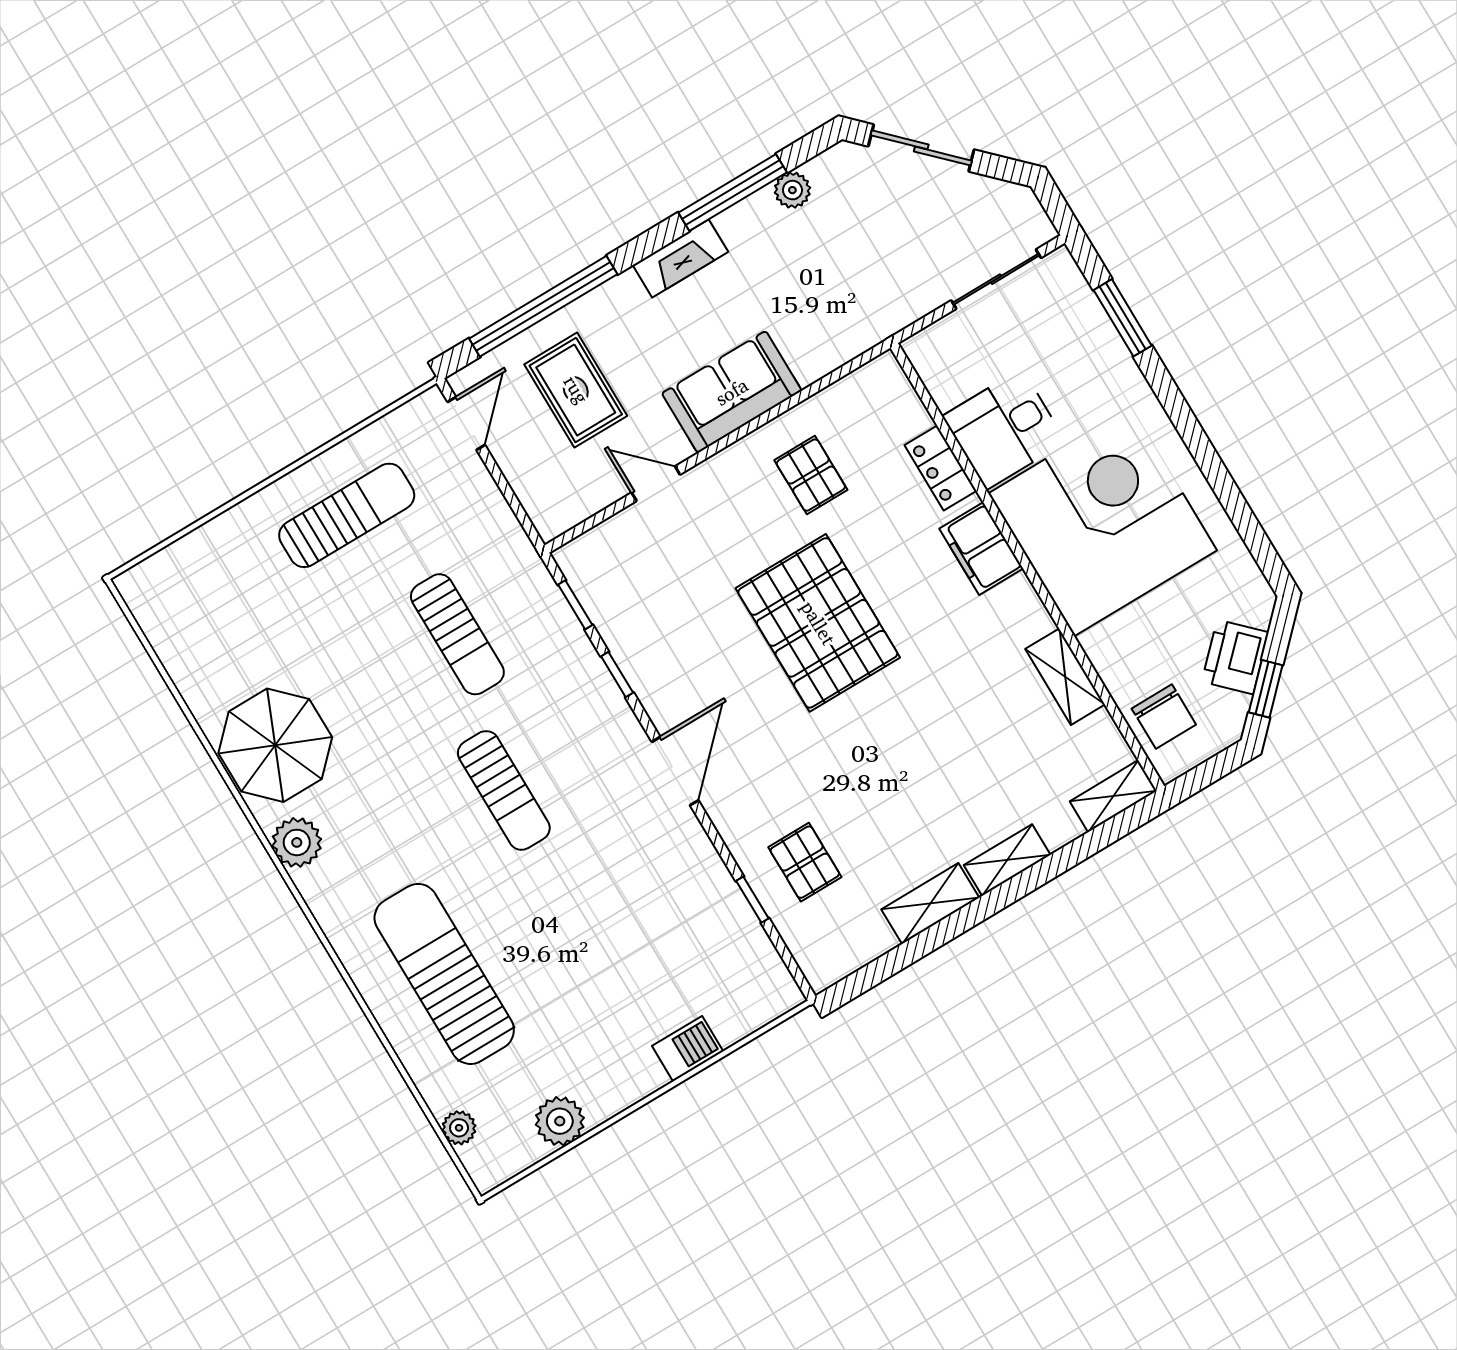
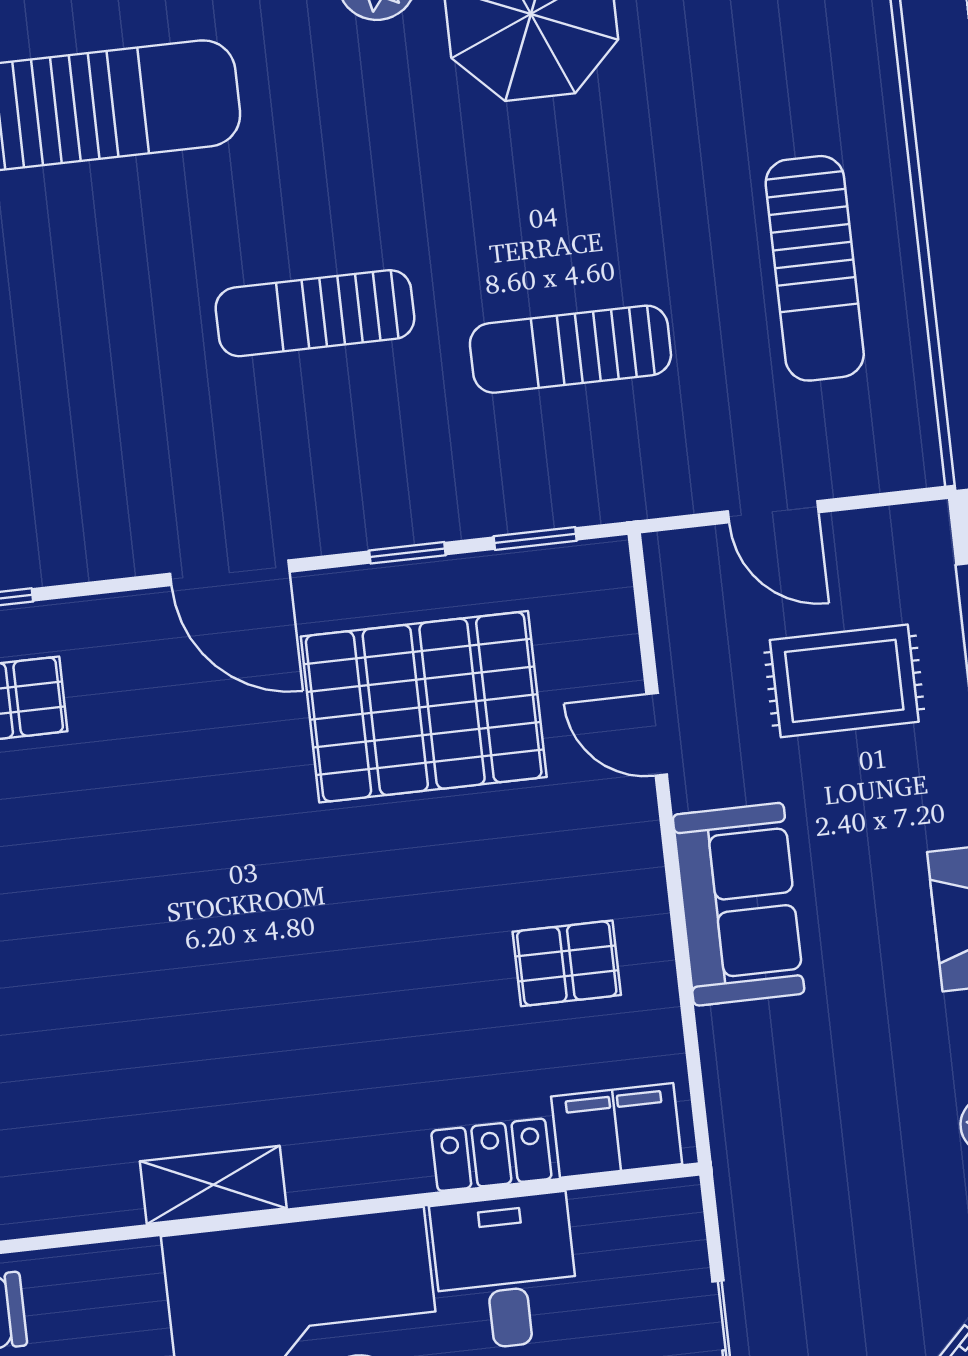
door: (466, 423) -> (773, 512), moved
door: (656, 484) -> (657, 734), swing flipped
filing cabinet: (981, 549) -> (617, 1130), moved
pallet: (818, 623) -> (424, 707), moved
shelving: (1065, 677) -> (213, 1185), moved

